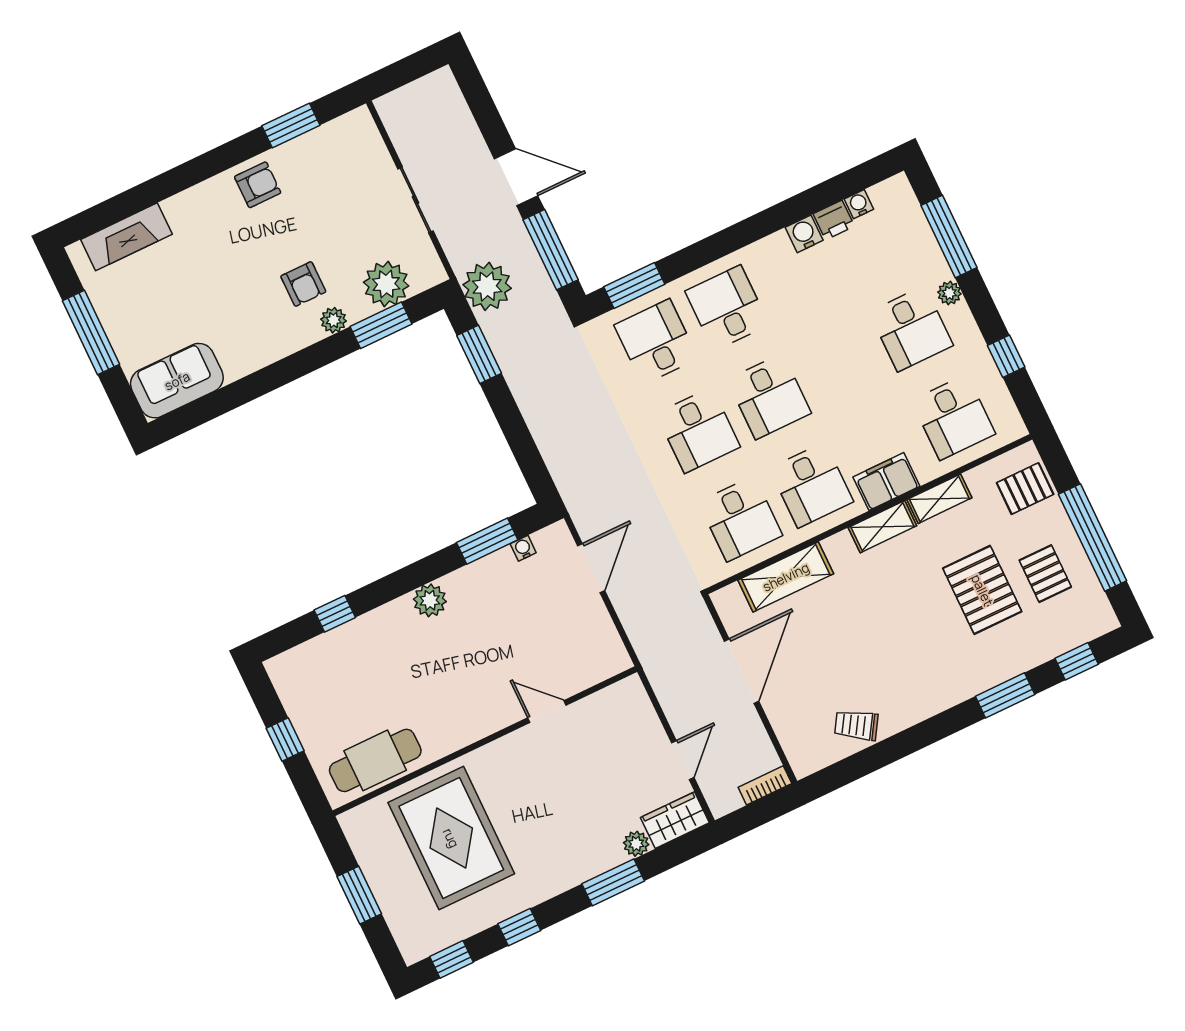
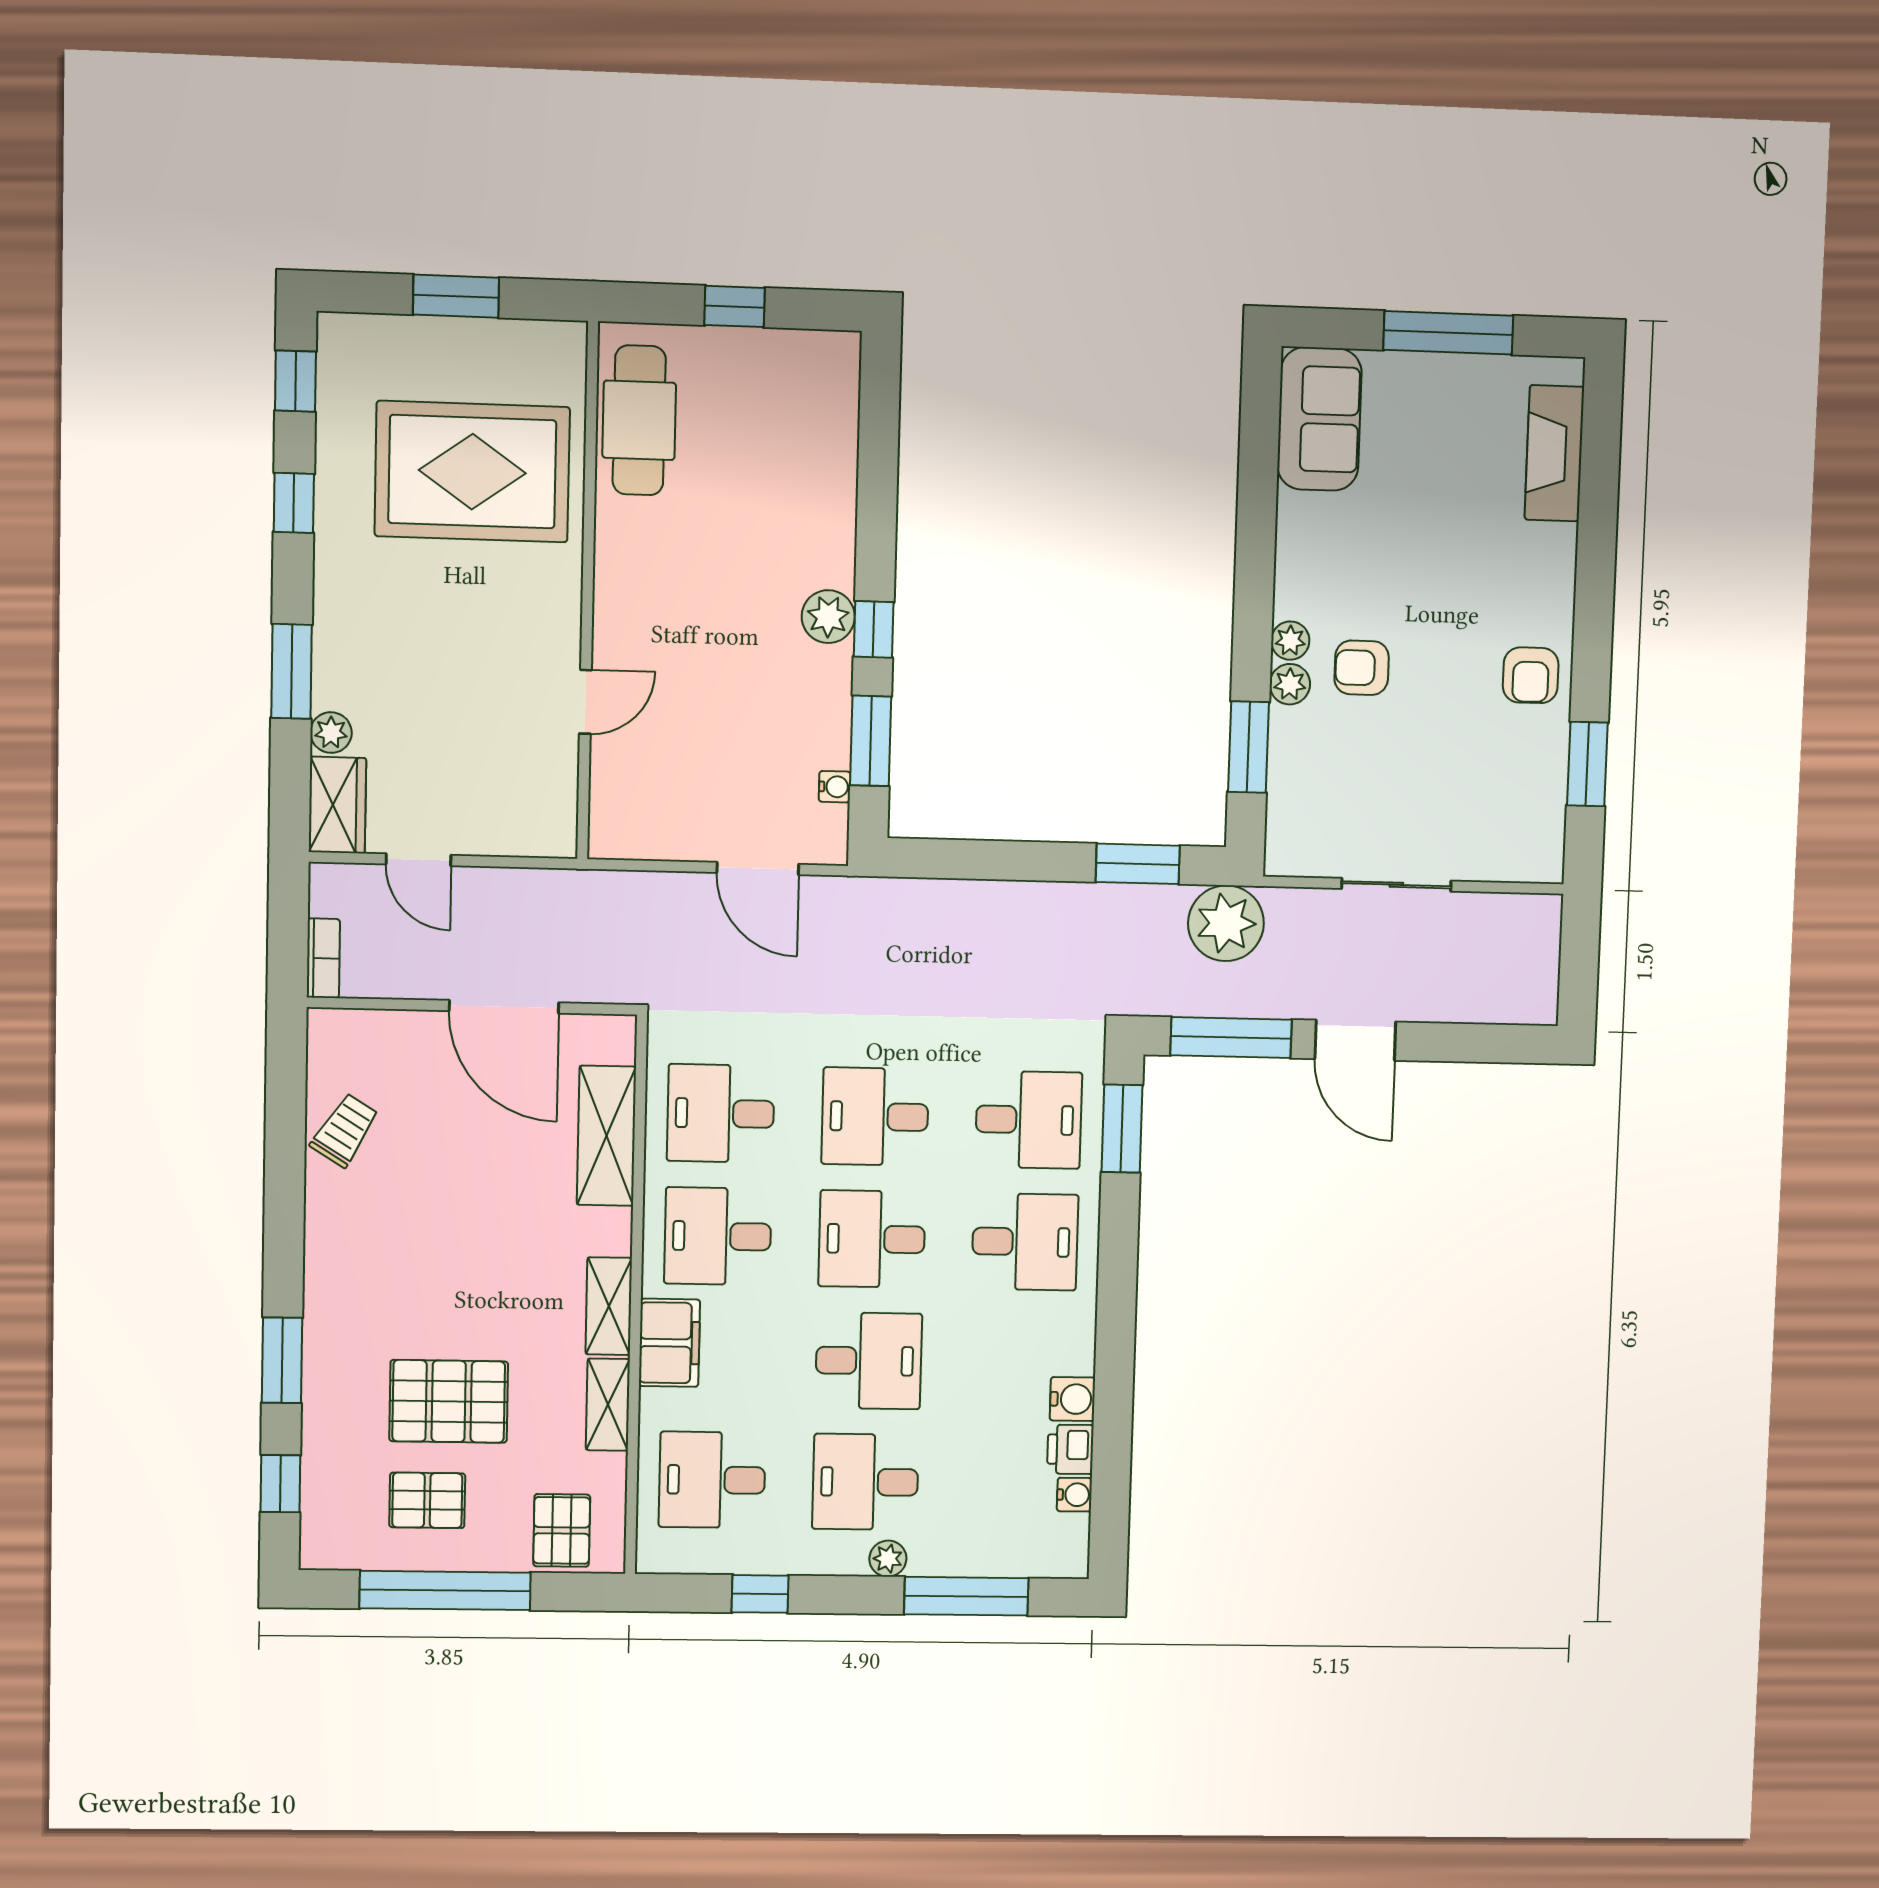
door: (516, 177) -> (1355, 1040), hinge flipped
plant: (386, 284) -> (1290, 641), moved, width x0.53, depth x0.53
desk: (840, 363) -> (869, 1361), added
window: (335, 614) -> (874, 629), moved

